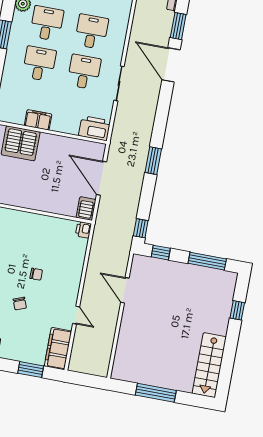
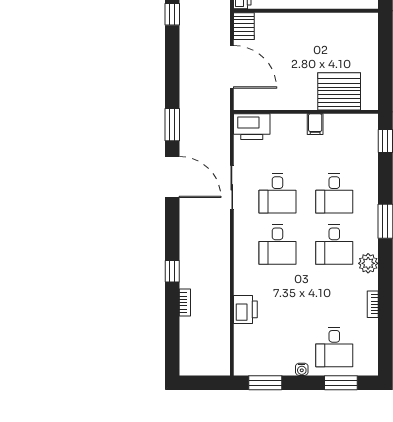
window: (178, 26) -> (172, 271), width x0.67
door: (171, 65) -> (172, 177), moved
filing cabinet: (38, 120) -> (315, 124), width x0.50
window: (153, 161) -> (172, 125), moved

